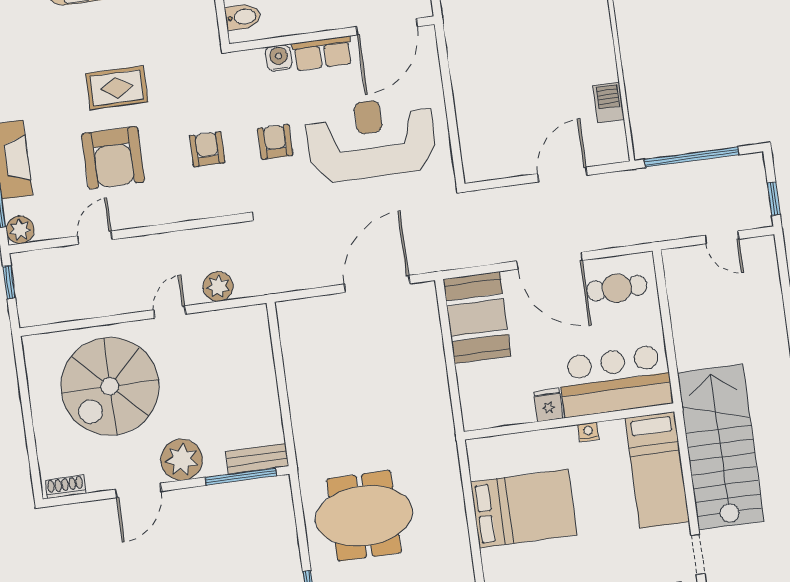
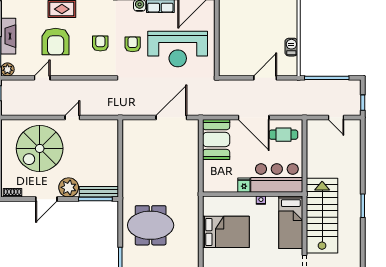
reception desk: (371, 139) -> (178, 49), turned 180
plant: (218, 286) -> (97, 109), removed
bench: (257, 459) -> (99, 192), width x1.36

